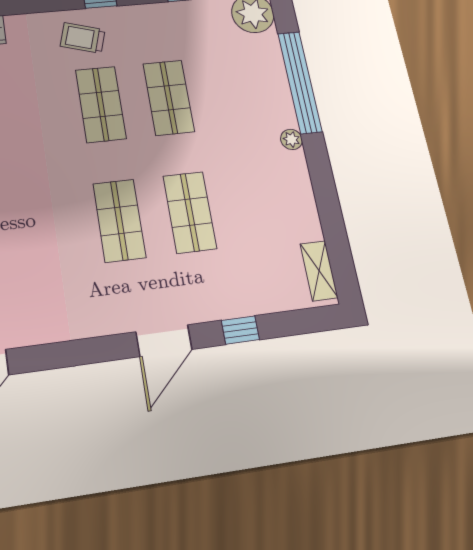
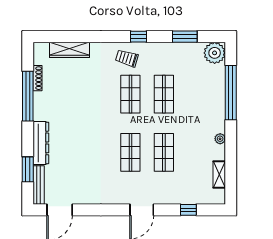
plant: (291, 139) -> (220, 139), moved
shelving: (319, 271) -> (219, 175), moved
window: (240, 330) -> (188, 210), moved

